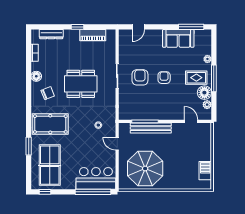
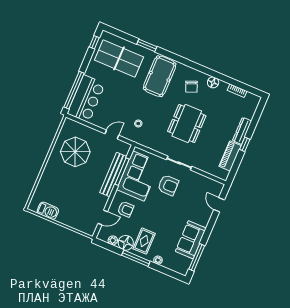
dresser: (51, 34) -> (242, 131), moved
armchair: (164, 78) -> (126, 209), moved
corner sofa: (143, 106) -> (138, 176), added
parasol: (145, 169) -> (75, 152), width x0.73, depth x0.73

